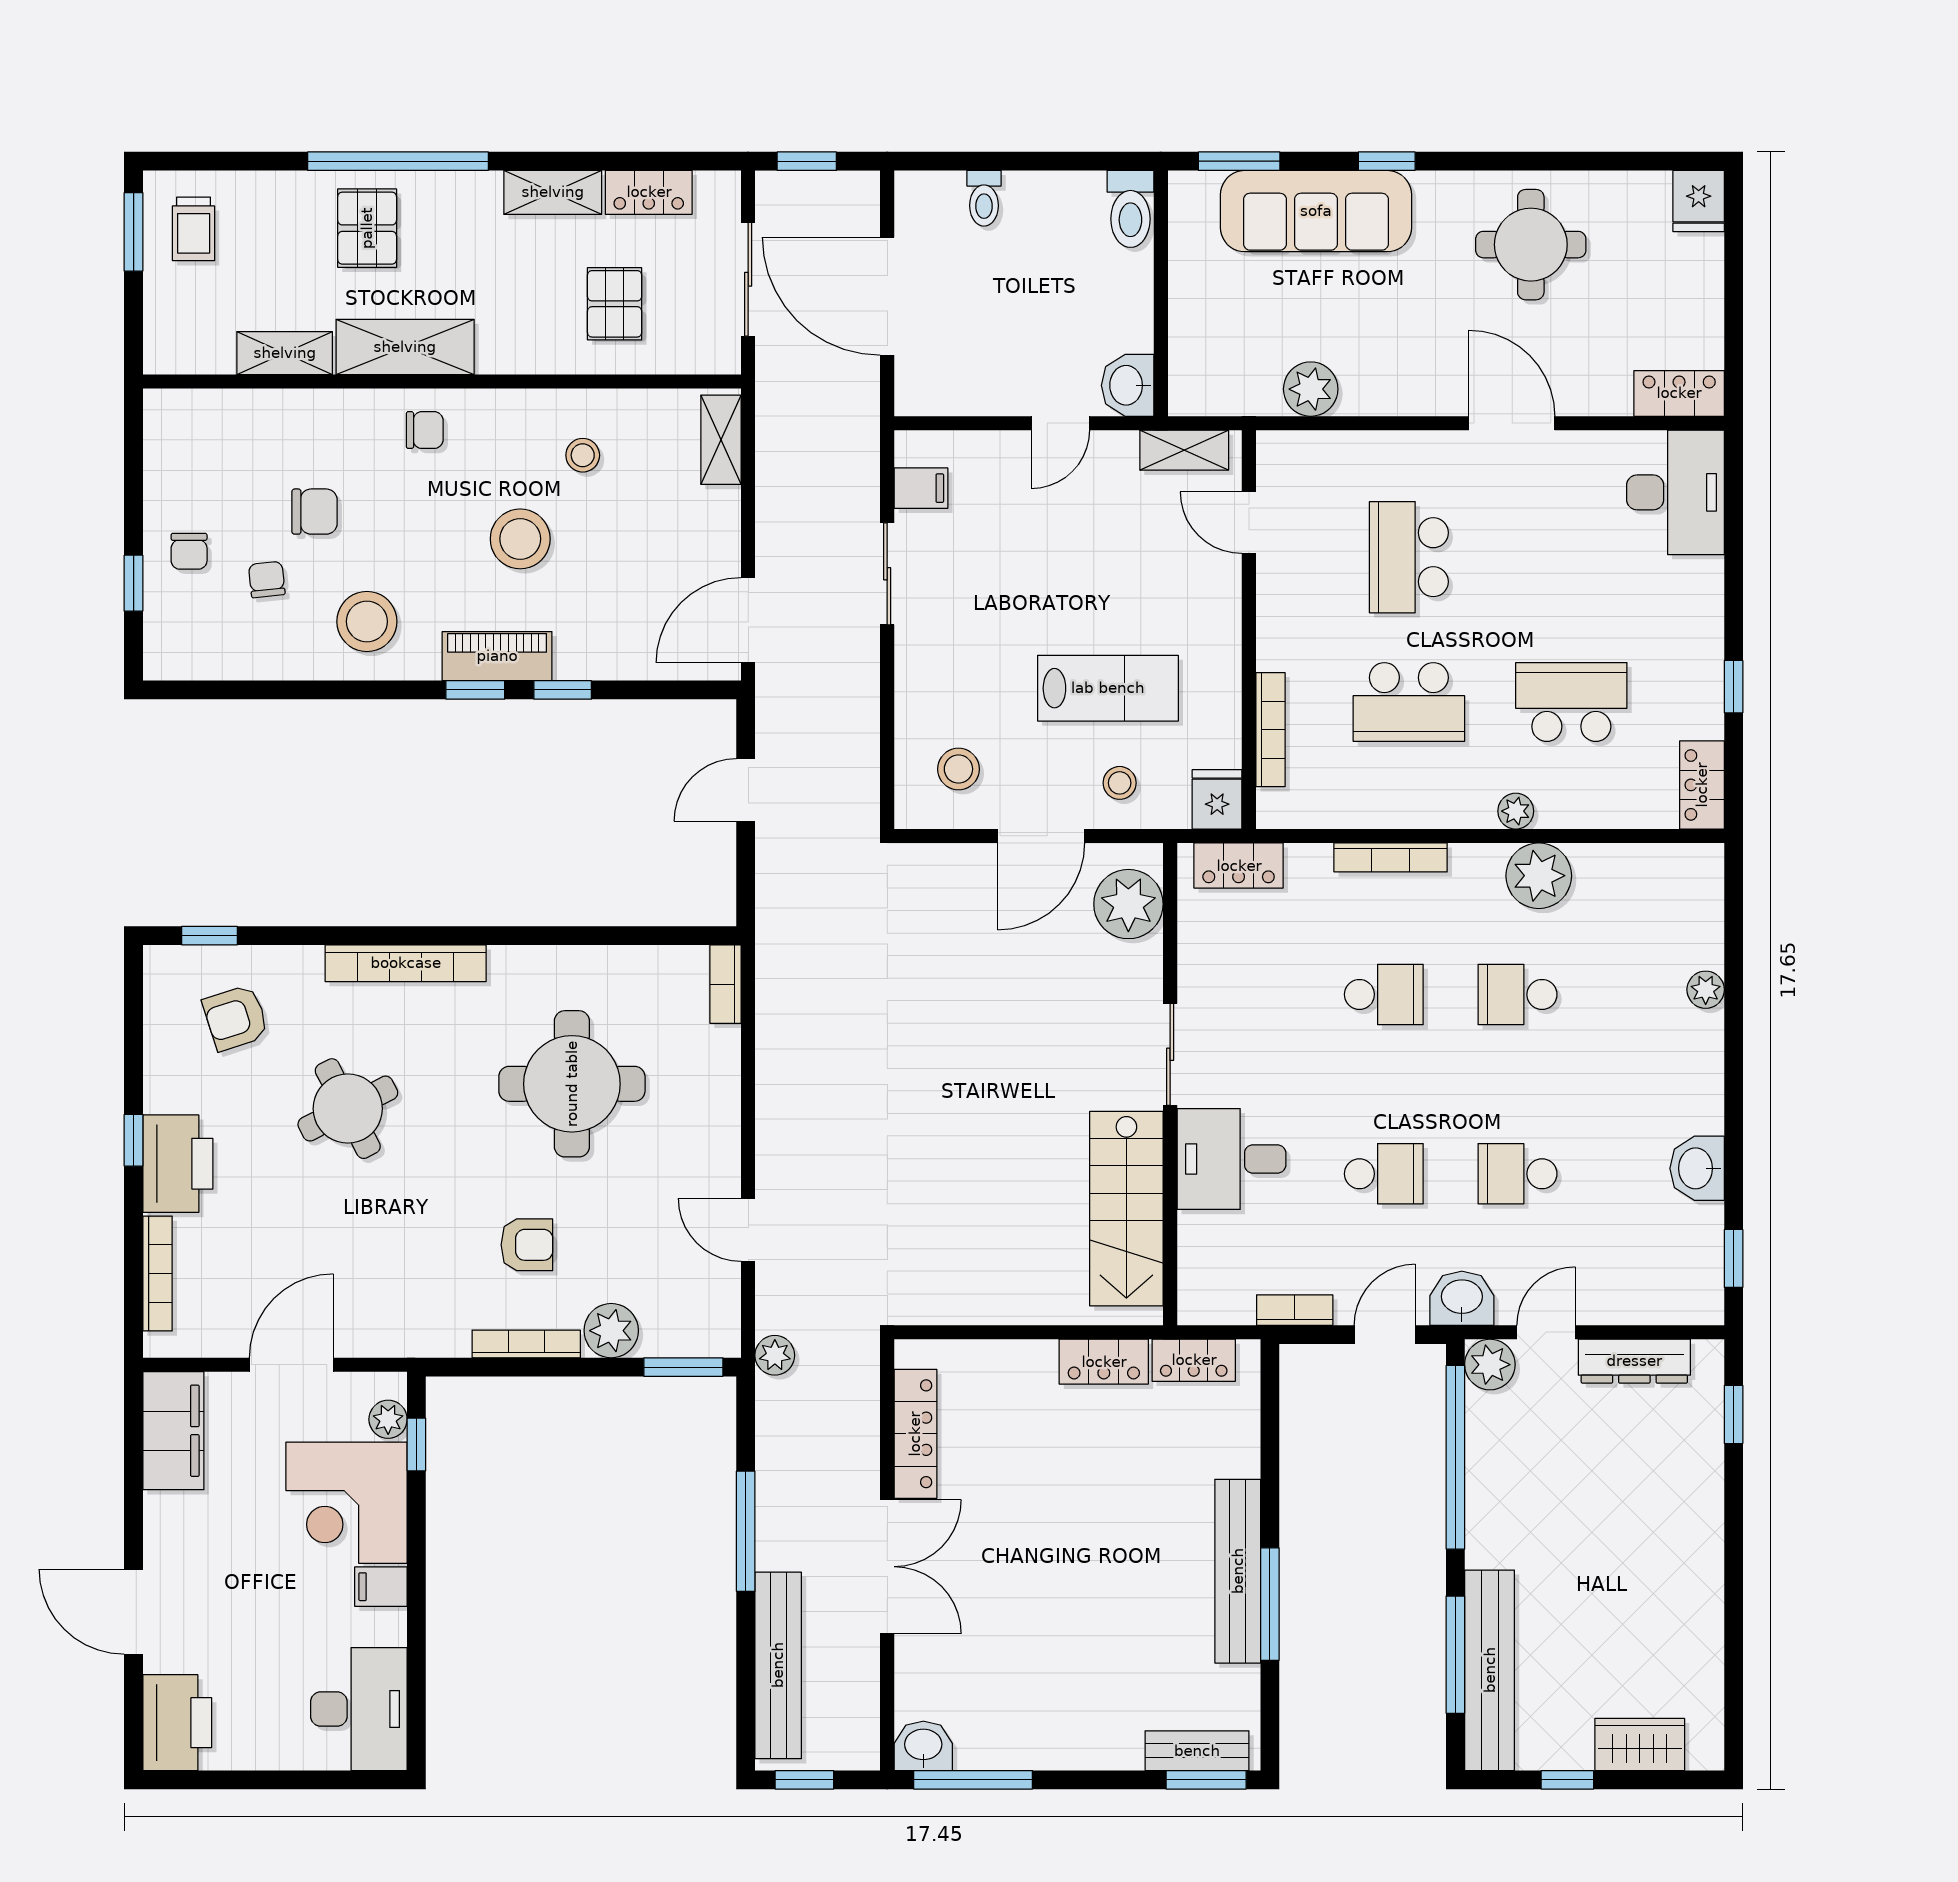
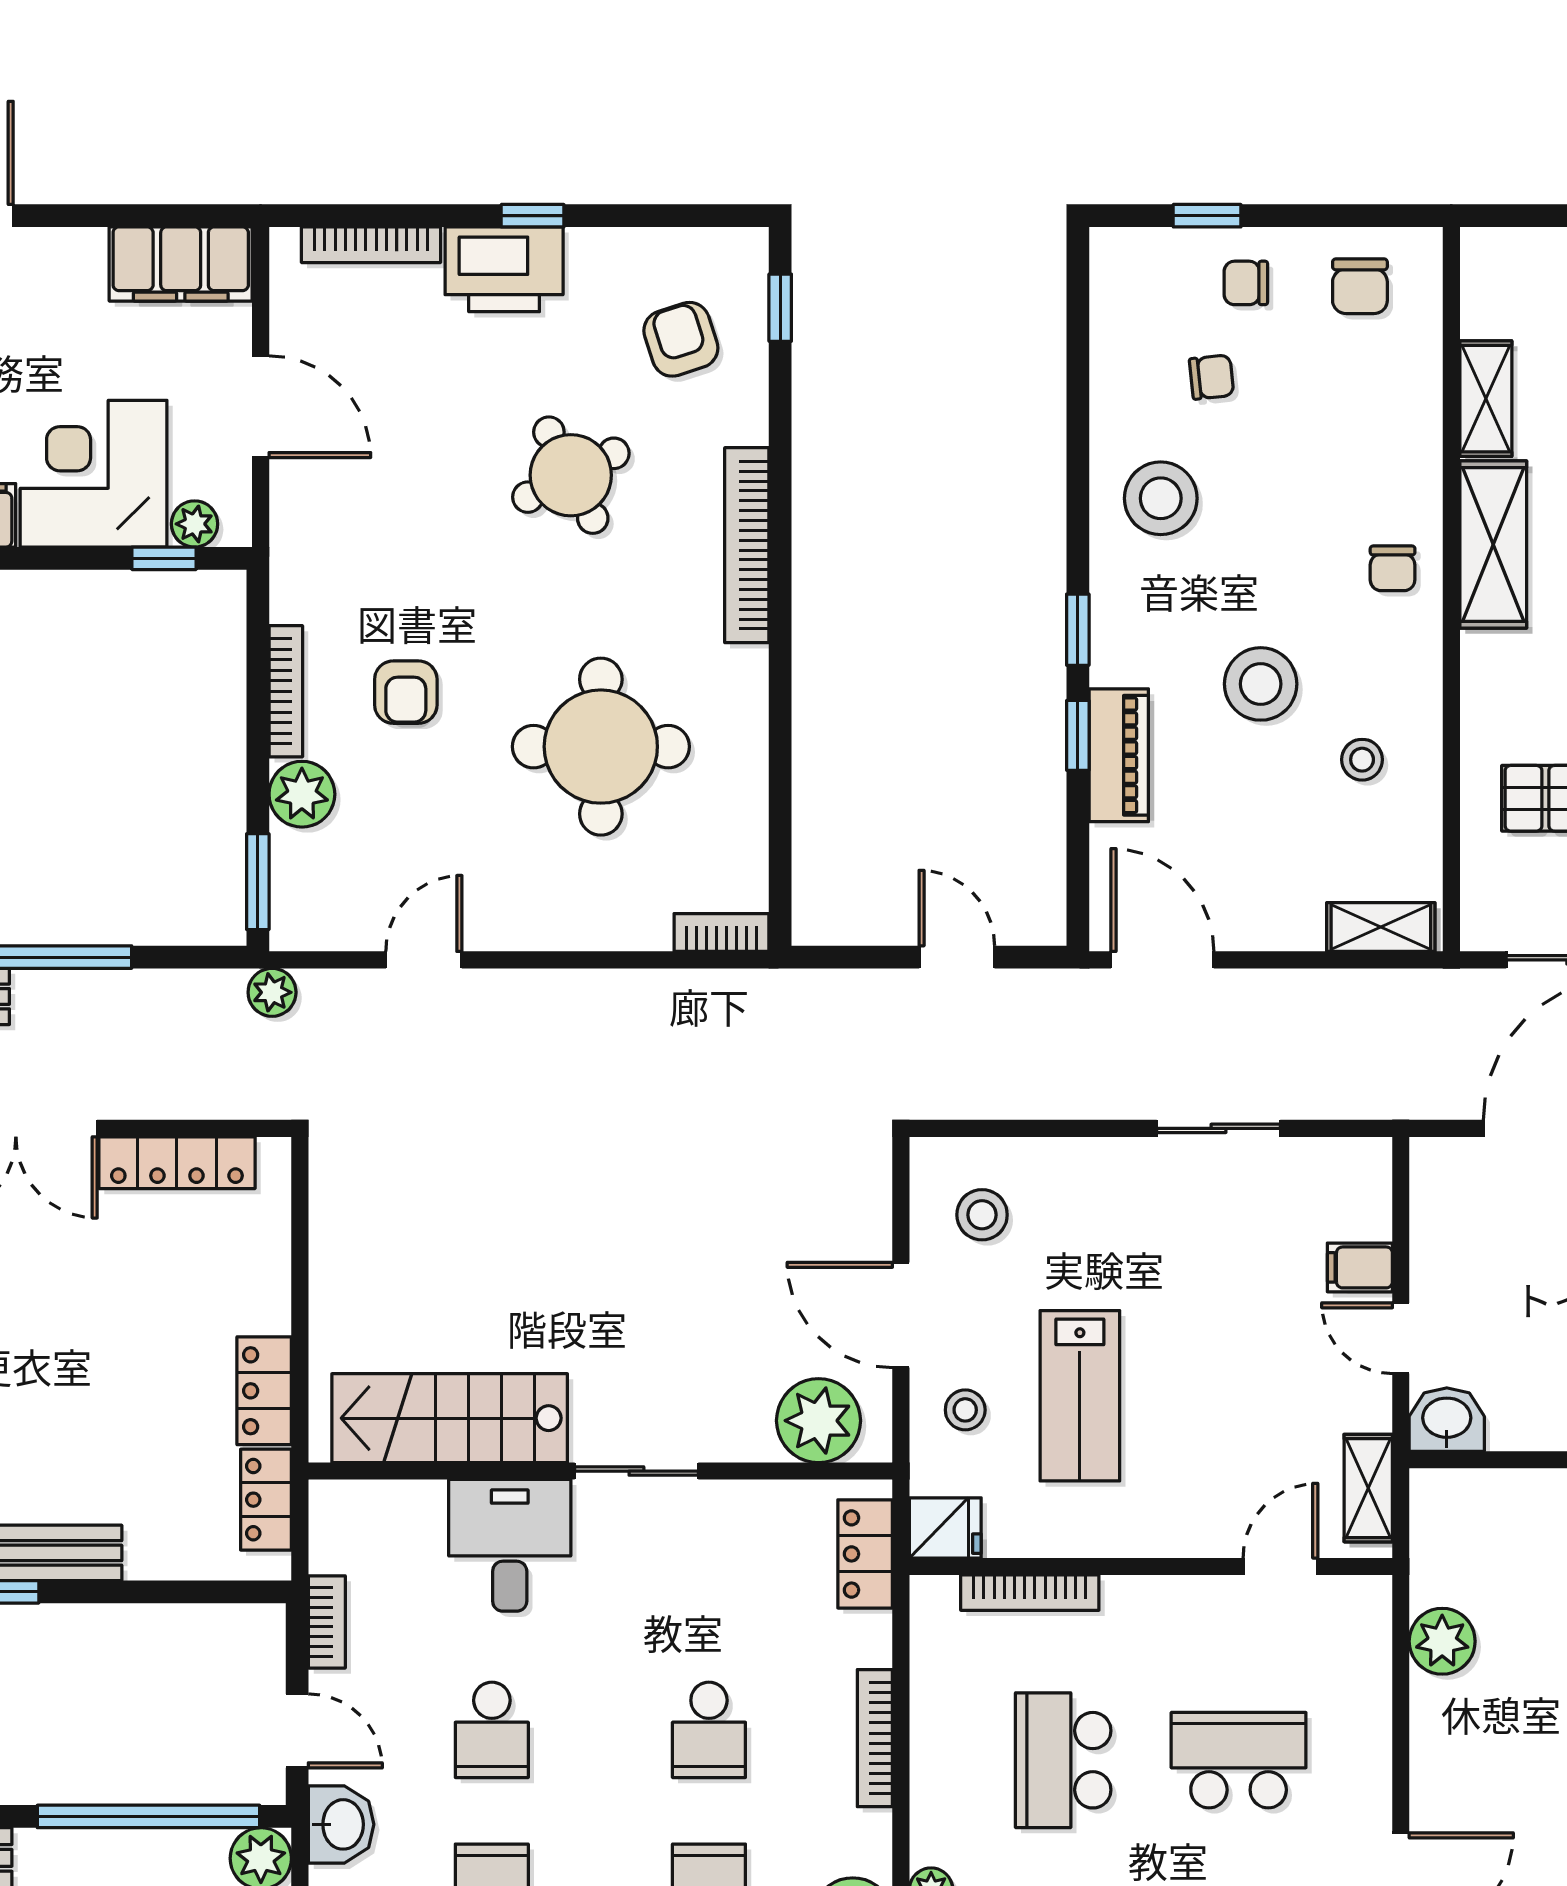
filing cabinet: (921, 488) -> (1360, 1267), moved, turned 90
chair: (315, 512) -> (1360, 286), moved
piano: (497, 656) -> (1119, 755), moved

